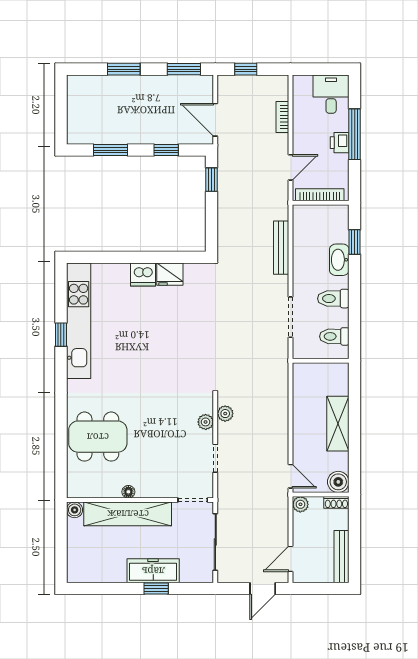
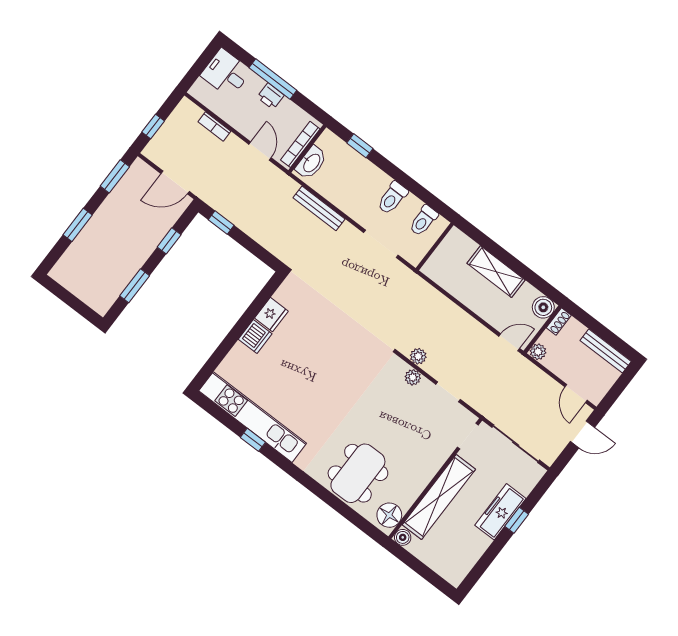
washbasin: (339, 260) -> (311, 163), moved, turned -90
floor lamp: (128, 492) -> (389, 515), moved, width x1.89, depth x1.89
door: (263, 589) -> (582, 434), hinge flipped

